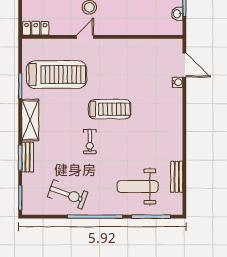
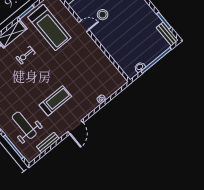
door: (184, 65) -> (75, 127), moved
treadmill: (110, 109) -> (55, 101), moved, turned -90
exercise bike: (90, 141) -> (26, 55), moved

